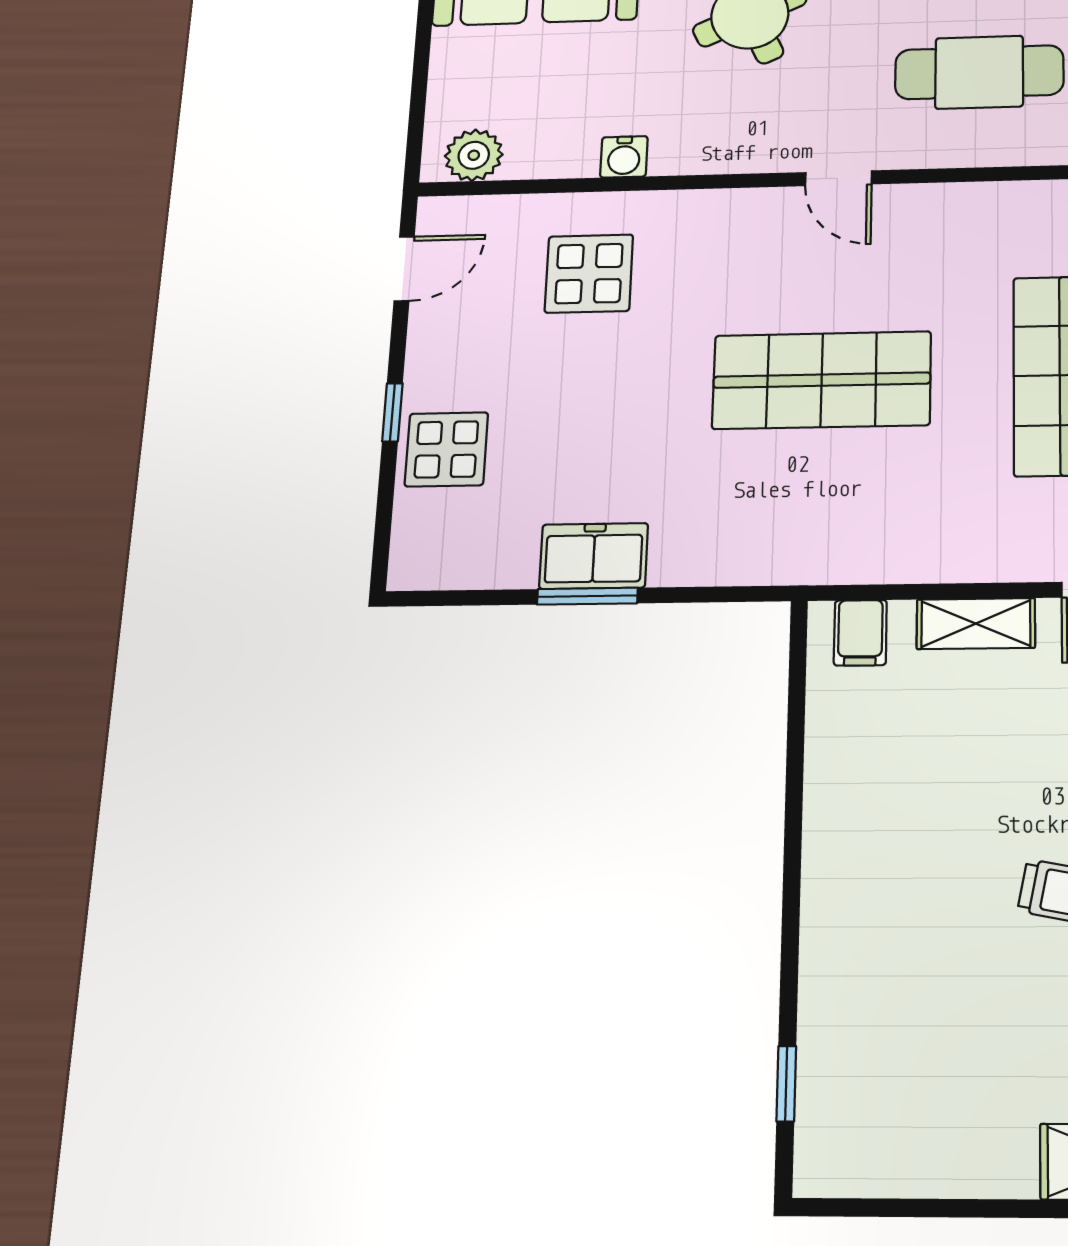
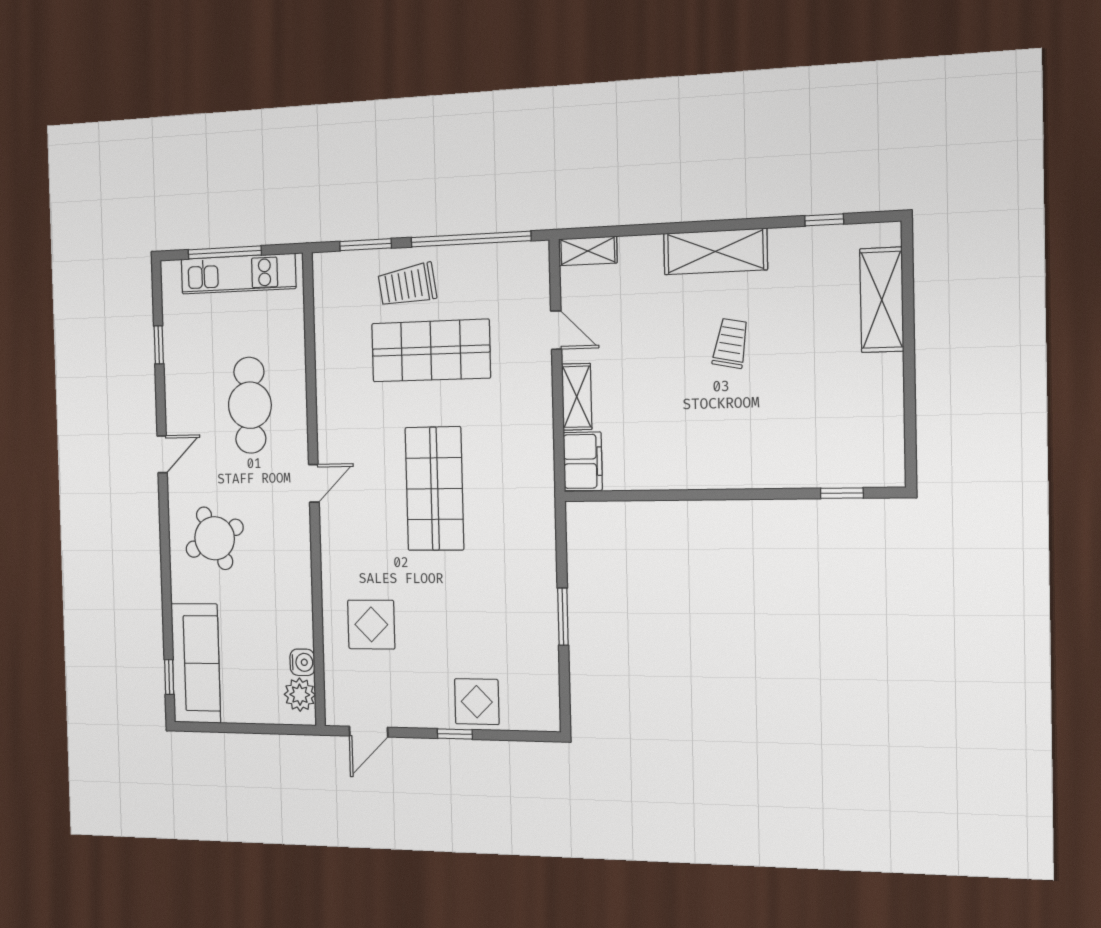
water cooler: (624, 157) -> (302, 662), moved
door: (404, 269) -> (369, 732), swing flipped
freezer: (594, 556) -> (539, 614), removed
filing cabinet: (860, 633) -> (583, 461), width x2.00

